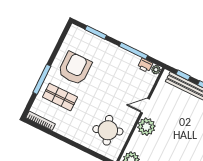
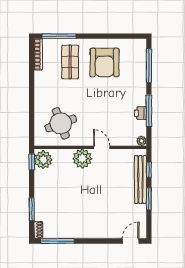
window: (96, 32) -> (149, 66), width x1.44
printer: (145, 65) -> (140, 113), moved
armchair: (75, 68) -> (104, 63), turned 90
window: (42, 79) -> (59, 36), moved

